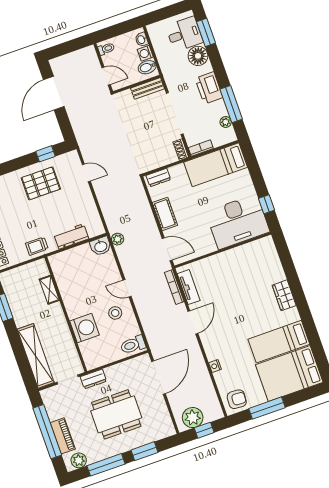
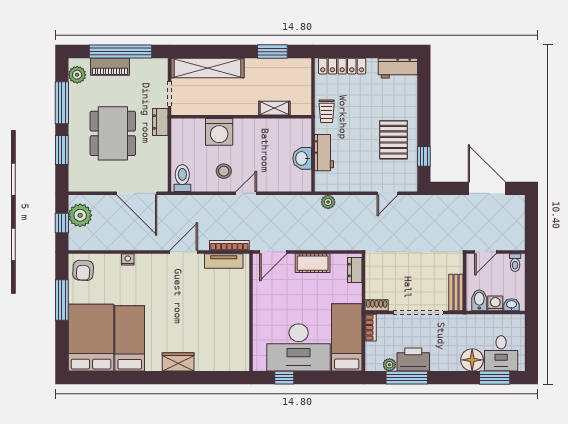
printer: (209, 88) -> (413, 360), moved
desk: (238, 222) -> (299, 347), moved, turned -90
plant: (118, 239) -> (328, 202), moved
trolley: (37, 246) -> (327, 111), turned 180
washbasin: (101, 246) -> (302, 158), moved
door: (193, 322) -> (184, 252), swing flipped

